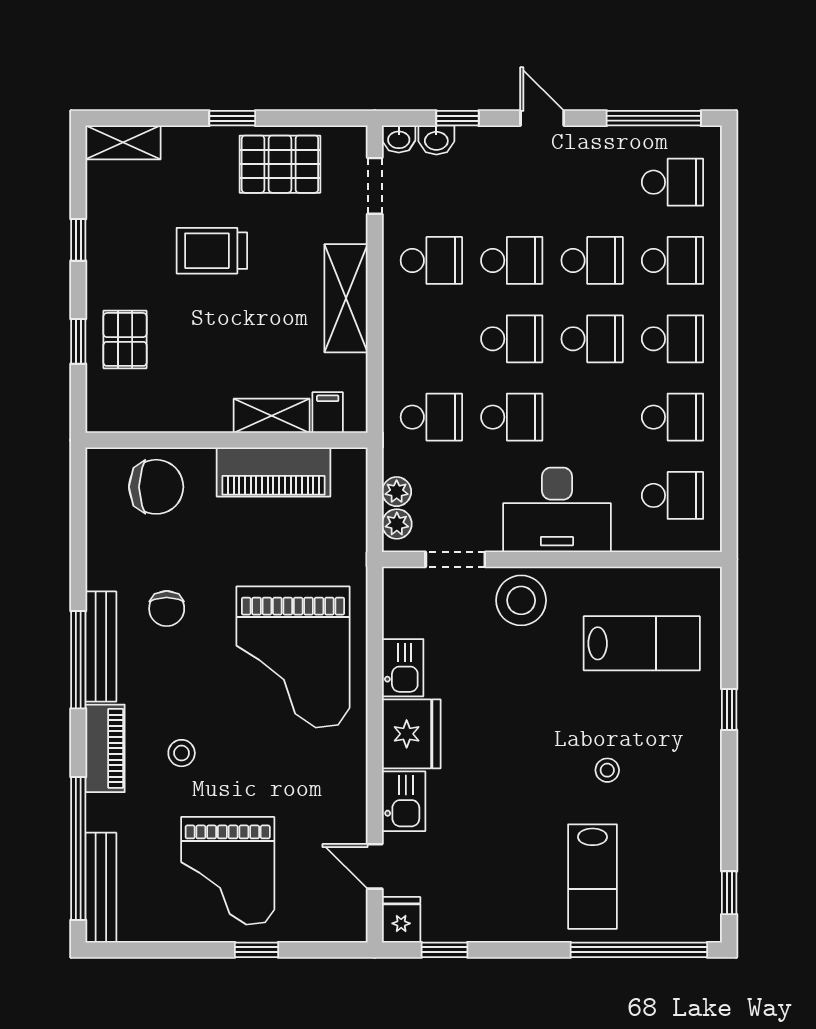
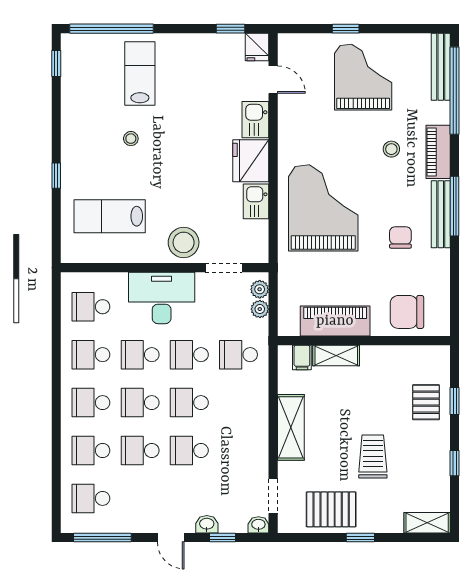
washbasin: (436, 140) -> (207, 524), moved
trolley: (212, 251) -> (373, 456), turned -90
school desk: (431, 260) -> (140, 355), moved

